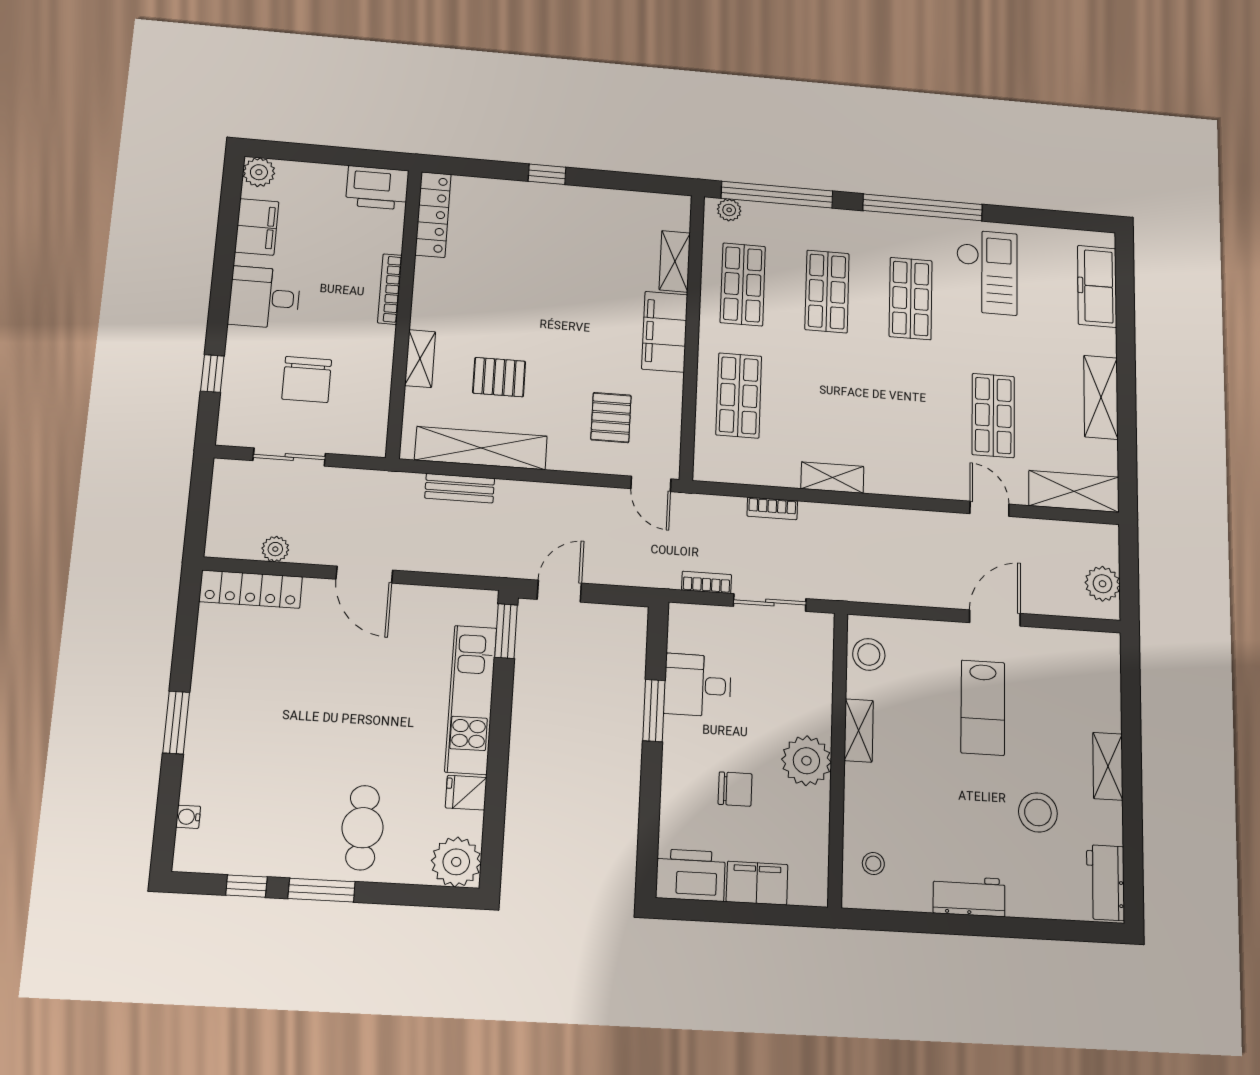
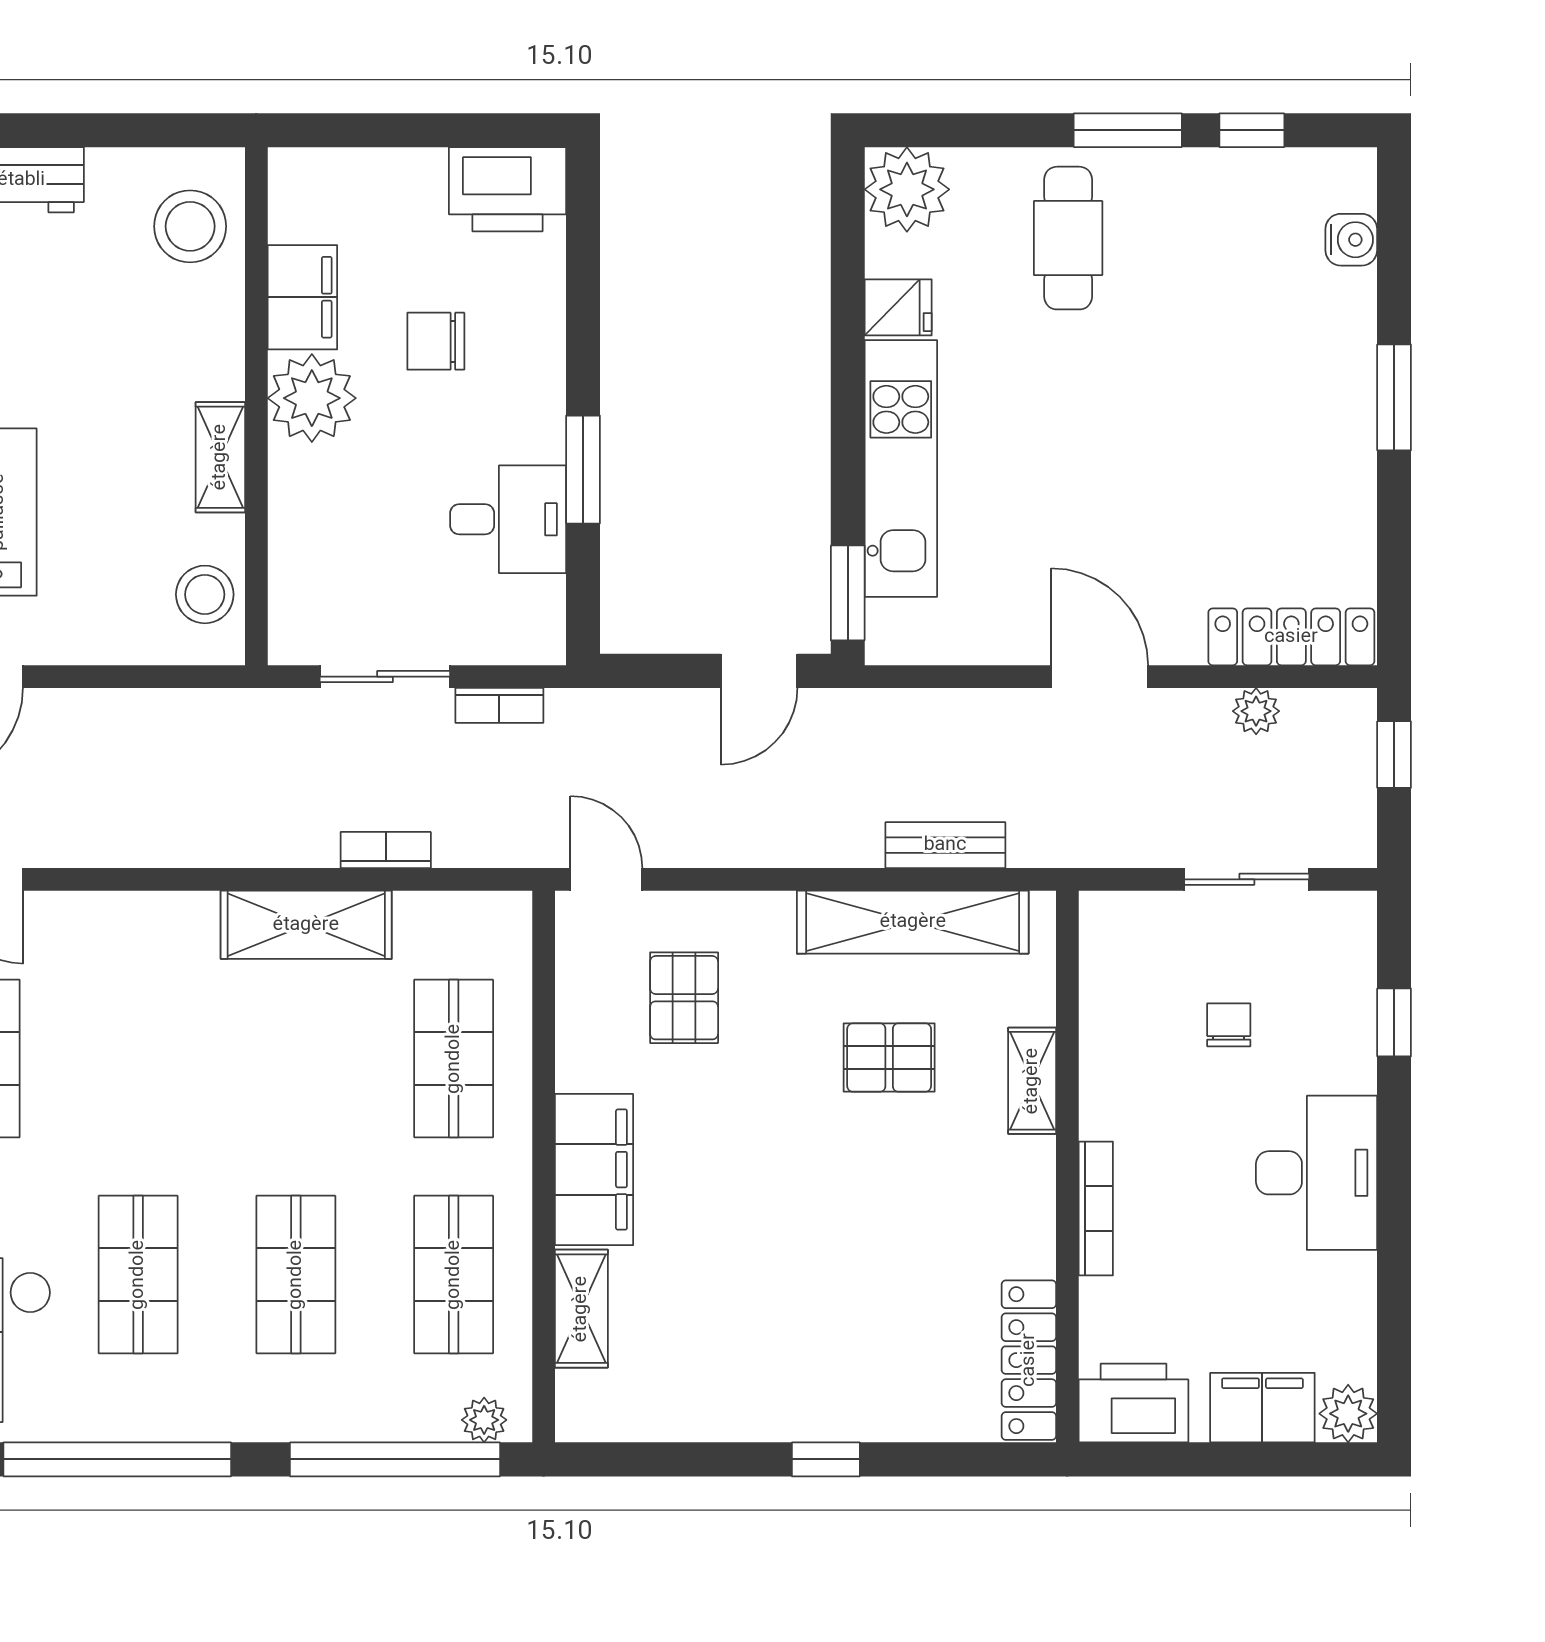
filing cabinet: (257, 227) -> (1262, 1408), moved, turned 90
desk: (264, 297) -> (1317, 1173), width x1.37
chair: (307, 379) -> (1229, 1025), width x0.54, depth x0.54
shelving: (832, 478) -> (306, 925), width x1.50, depth x1.33
window: (197, 519) -> (1394, 755), added
water cooler: (188, 817) -> (1351, 240), width x1.38, depth x1.38
stool: (873, 864) -> (190, 226), width x1.89, depth x1.89
filing cabinet: (757, 883) -> (302, 297), moved, turned -90

